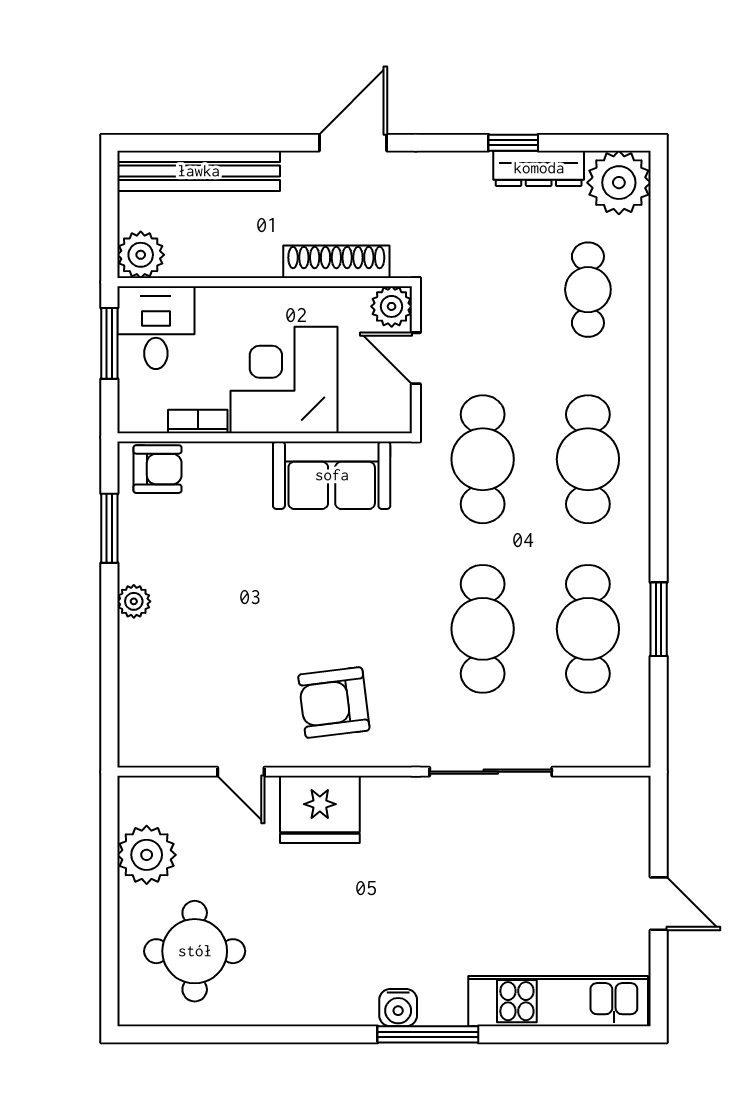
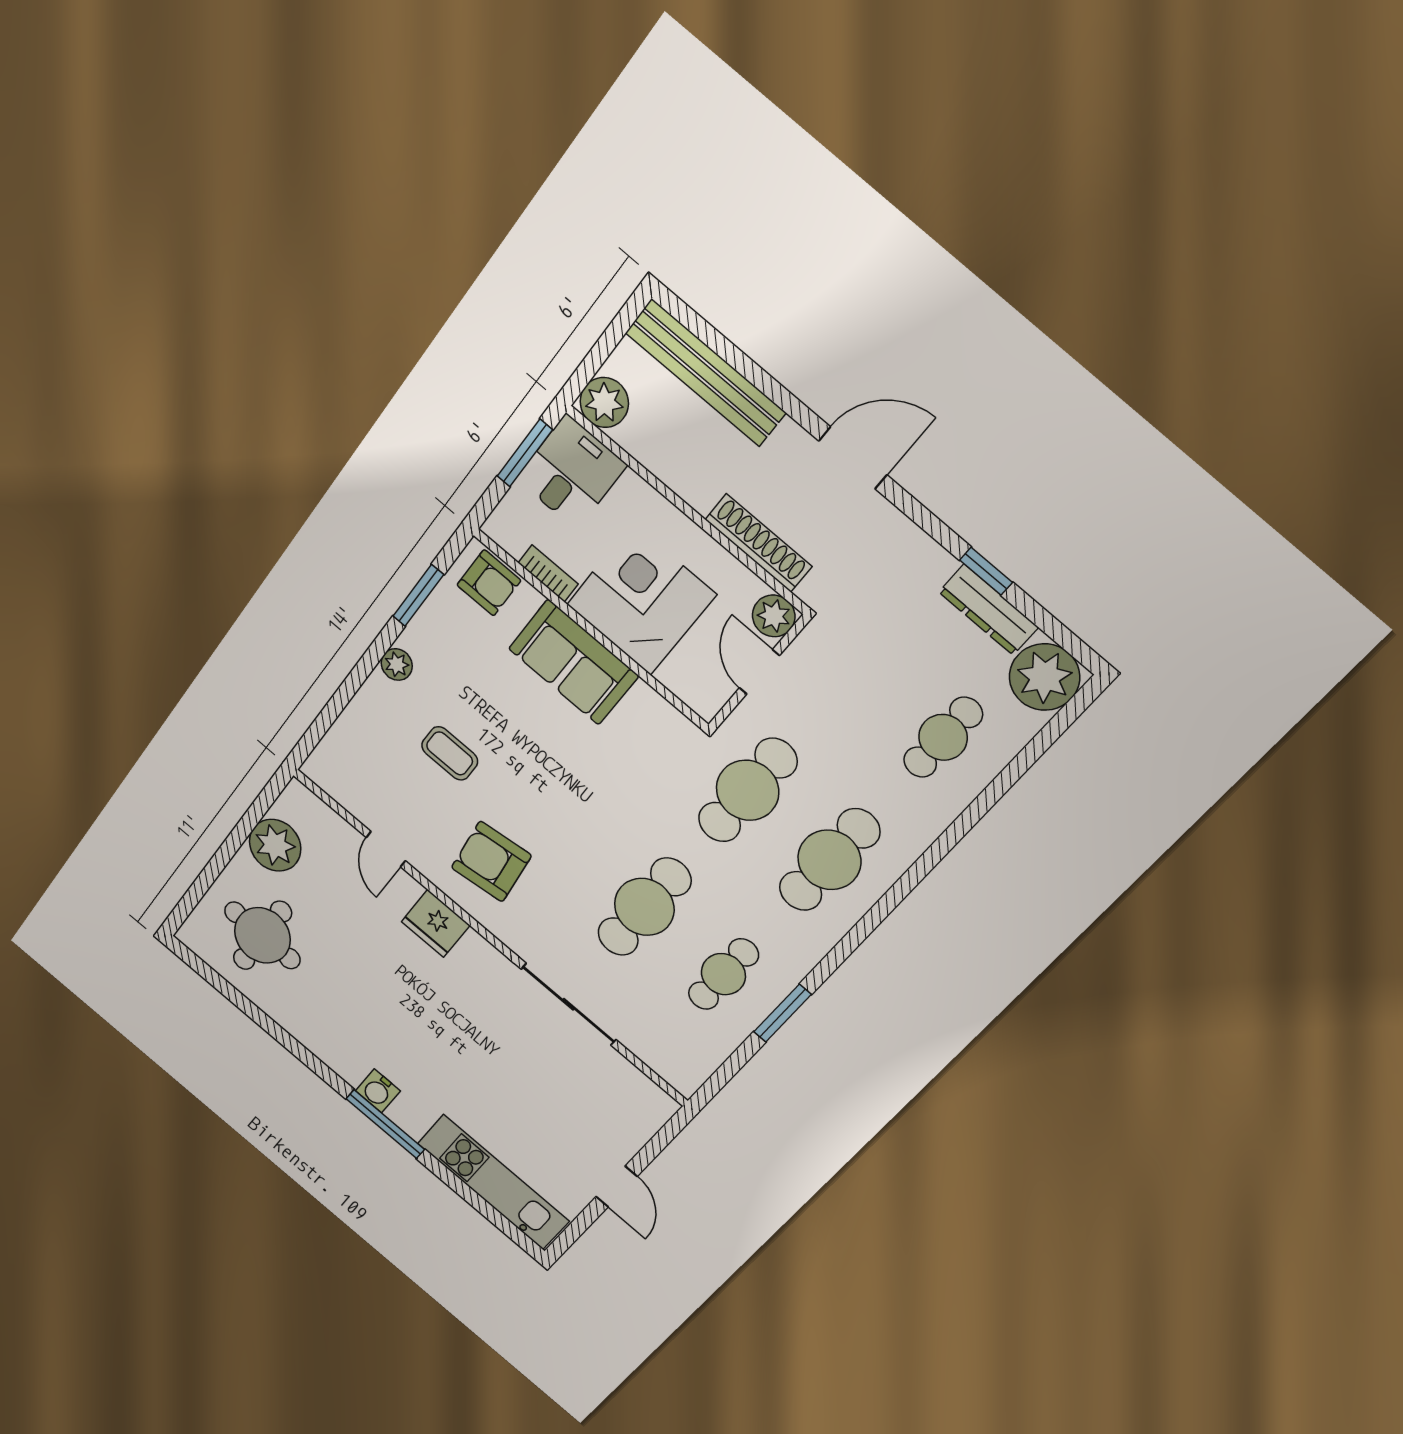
sofa: (332, 475) -> (573, 662), moved
cafe table: (588, 629) -> (723, 974), width x0.73, depth x0.74
coffee table: (231, 639) -> (450, 753), added
fridge: (320, 809) -> (436, 923), width x0.73, depth x0.75

